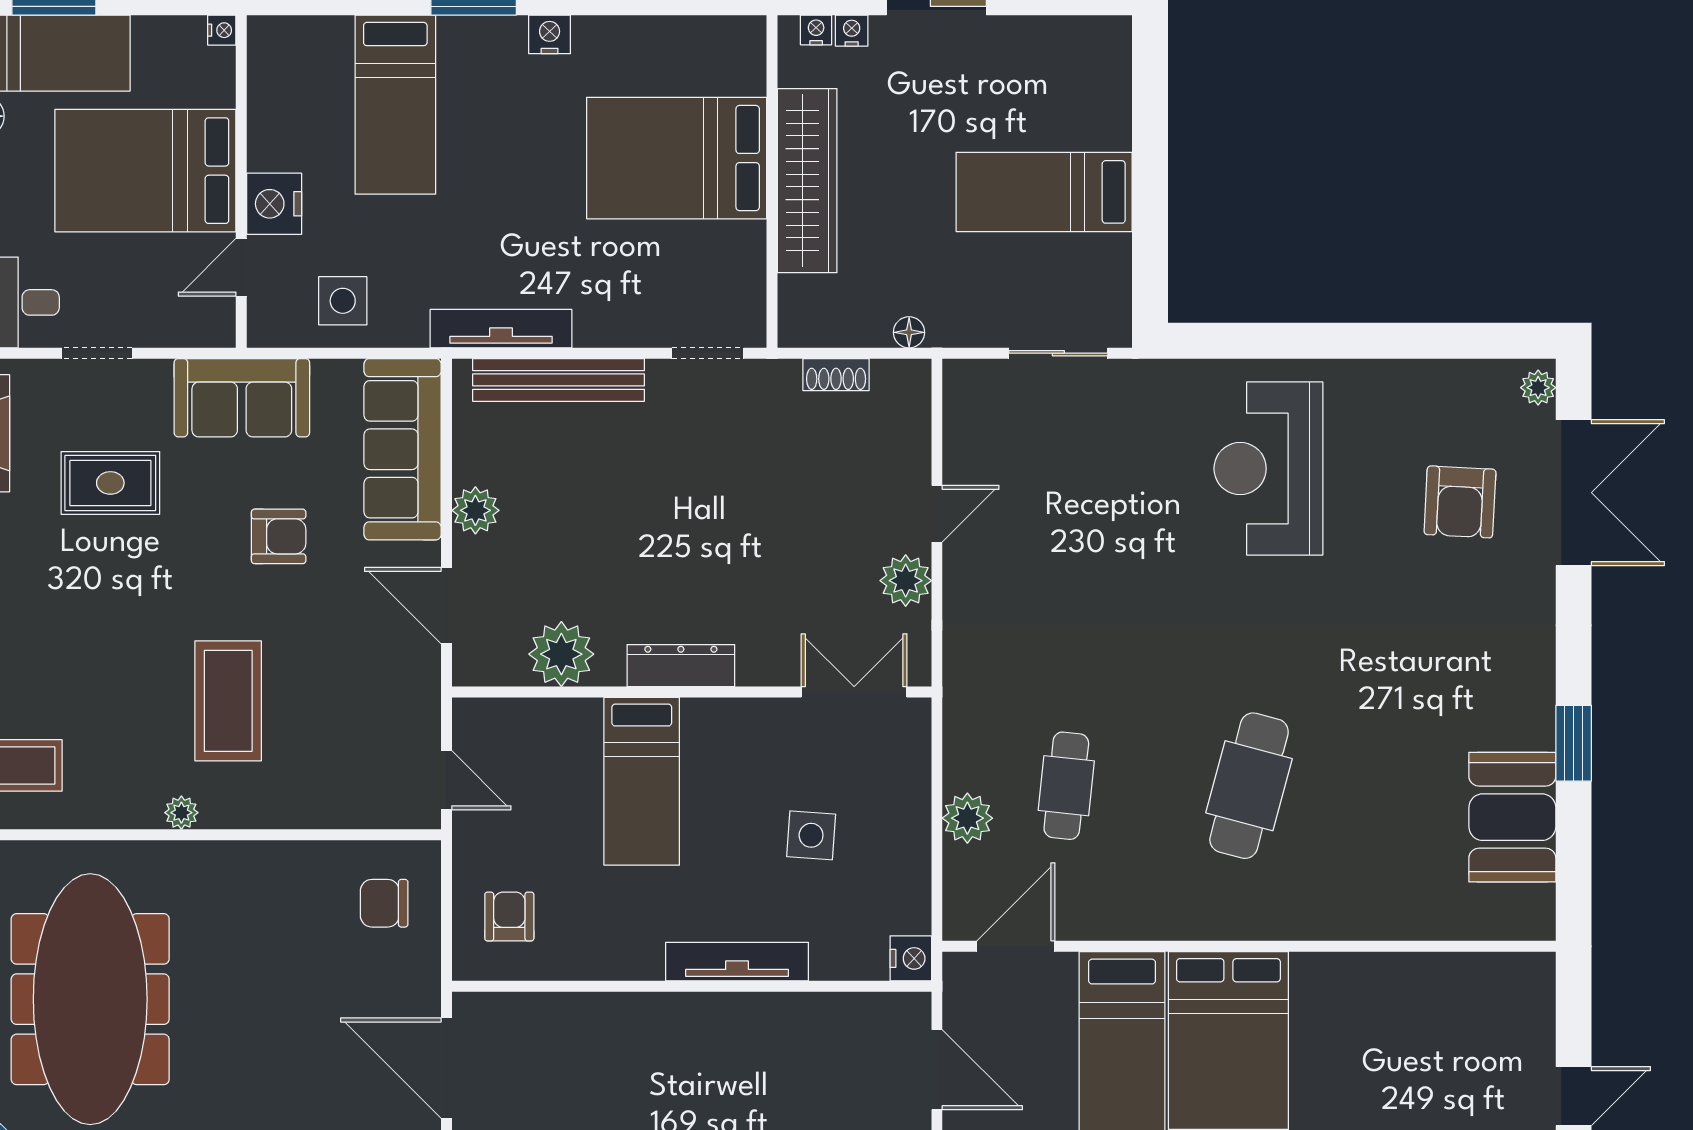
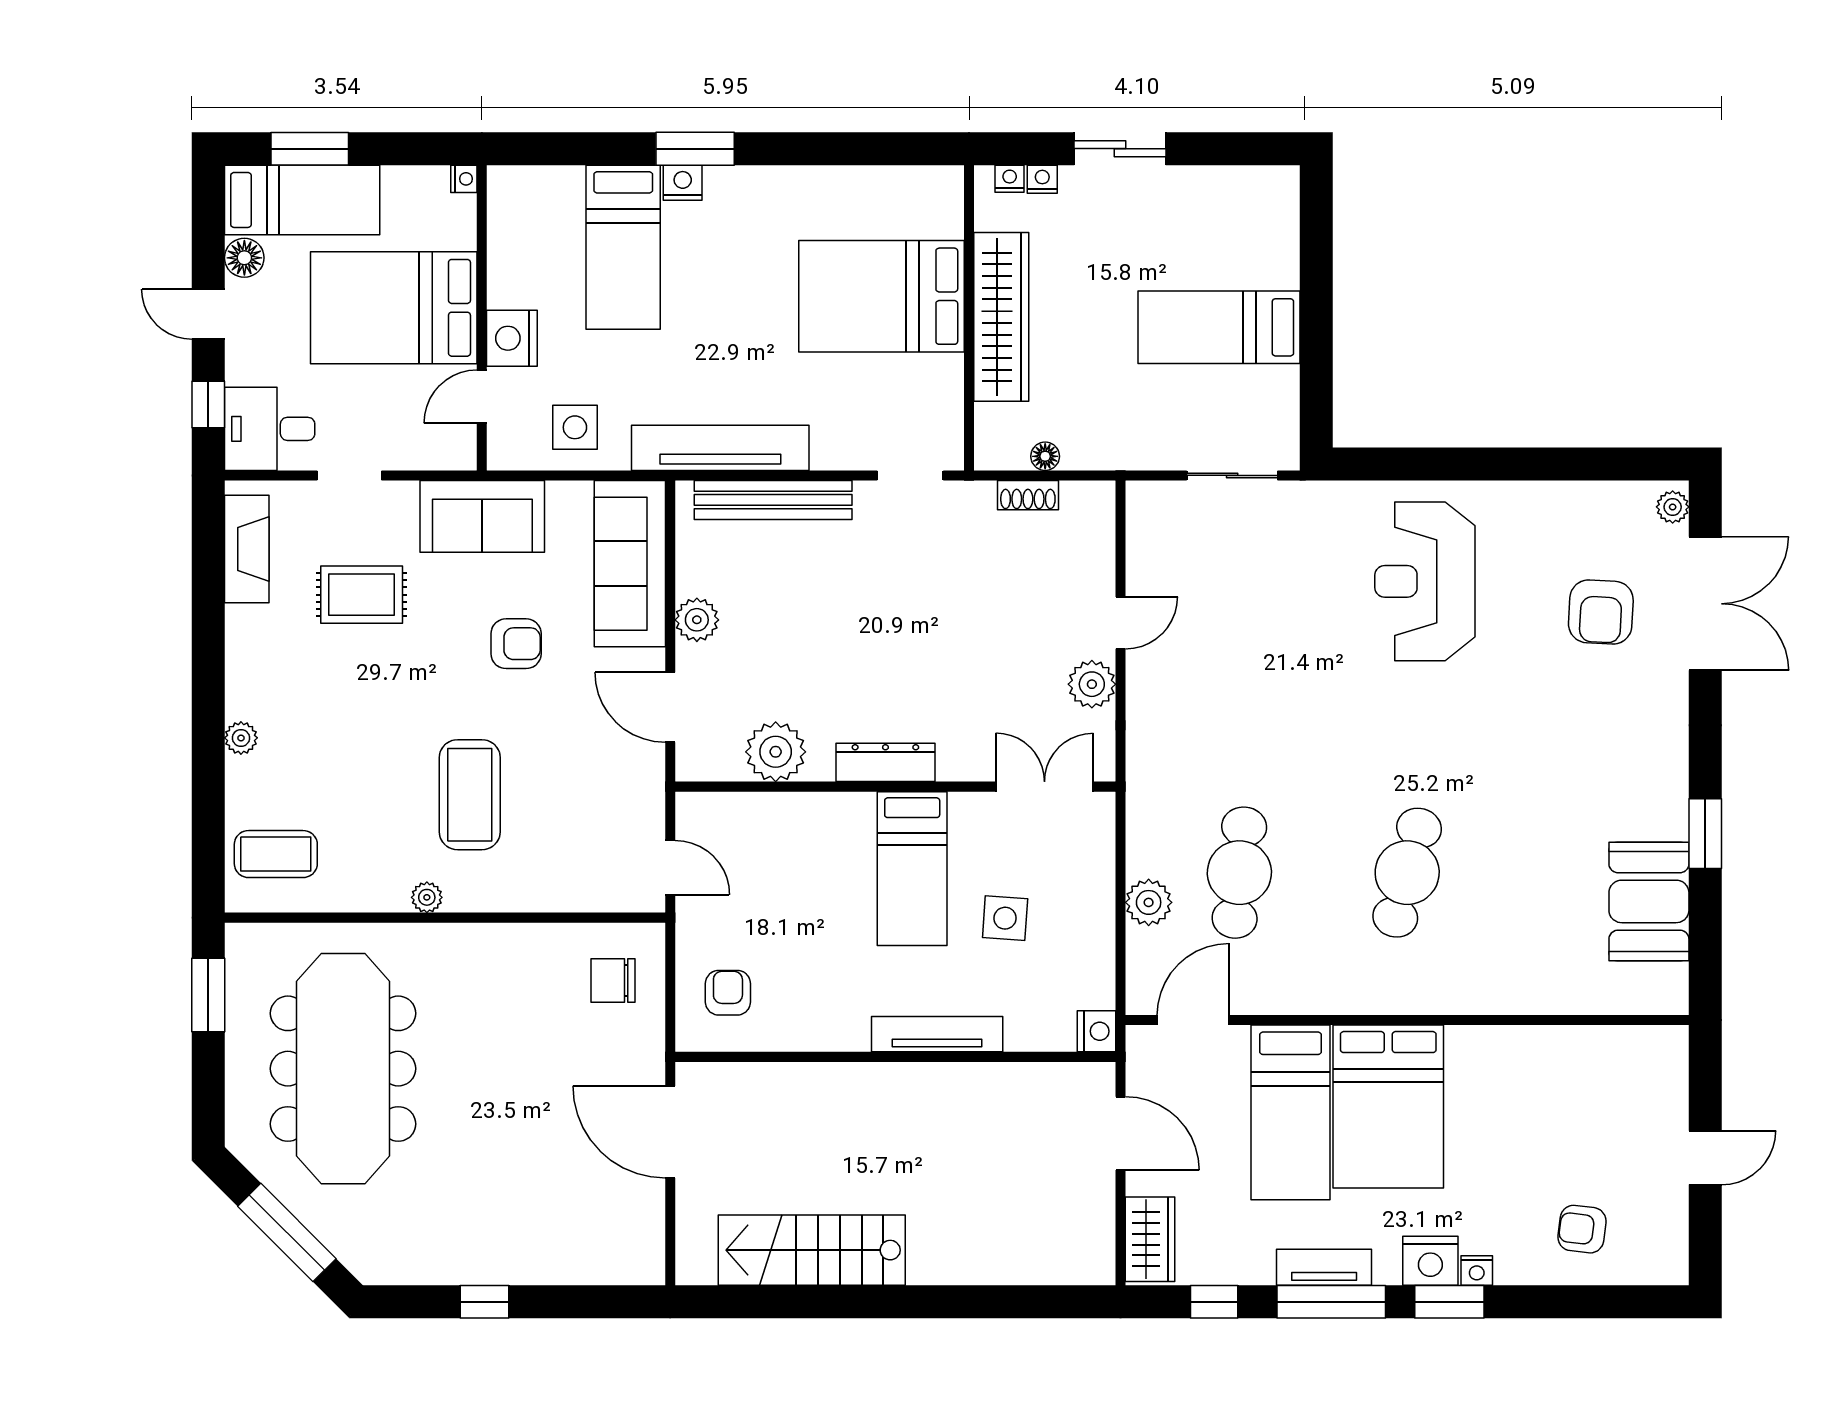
nightstand: (550, 34) -> (683, 183), moved
tv unit: (501, 329) -> (720, 448), width x1.36, depth x1.29
floor lamp: (909, 332) -> (1045, 456), moved
bed: (642, 781) -> (912, 869), moved
cafe table: (1066, 786) -> (1239, 873), width x1.37, depth x1.35

